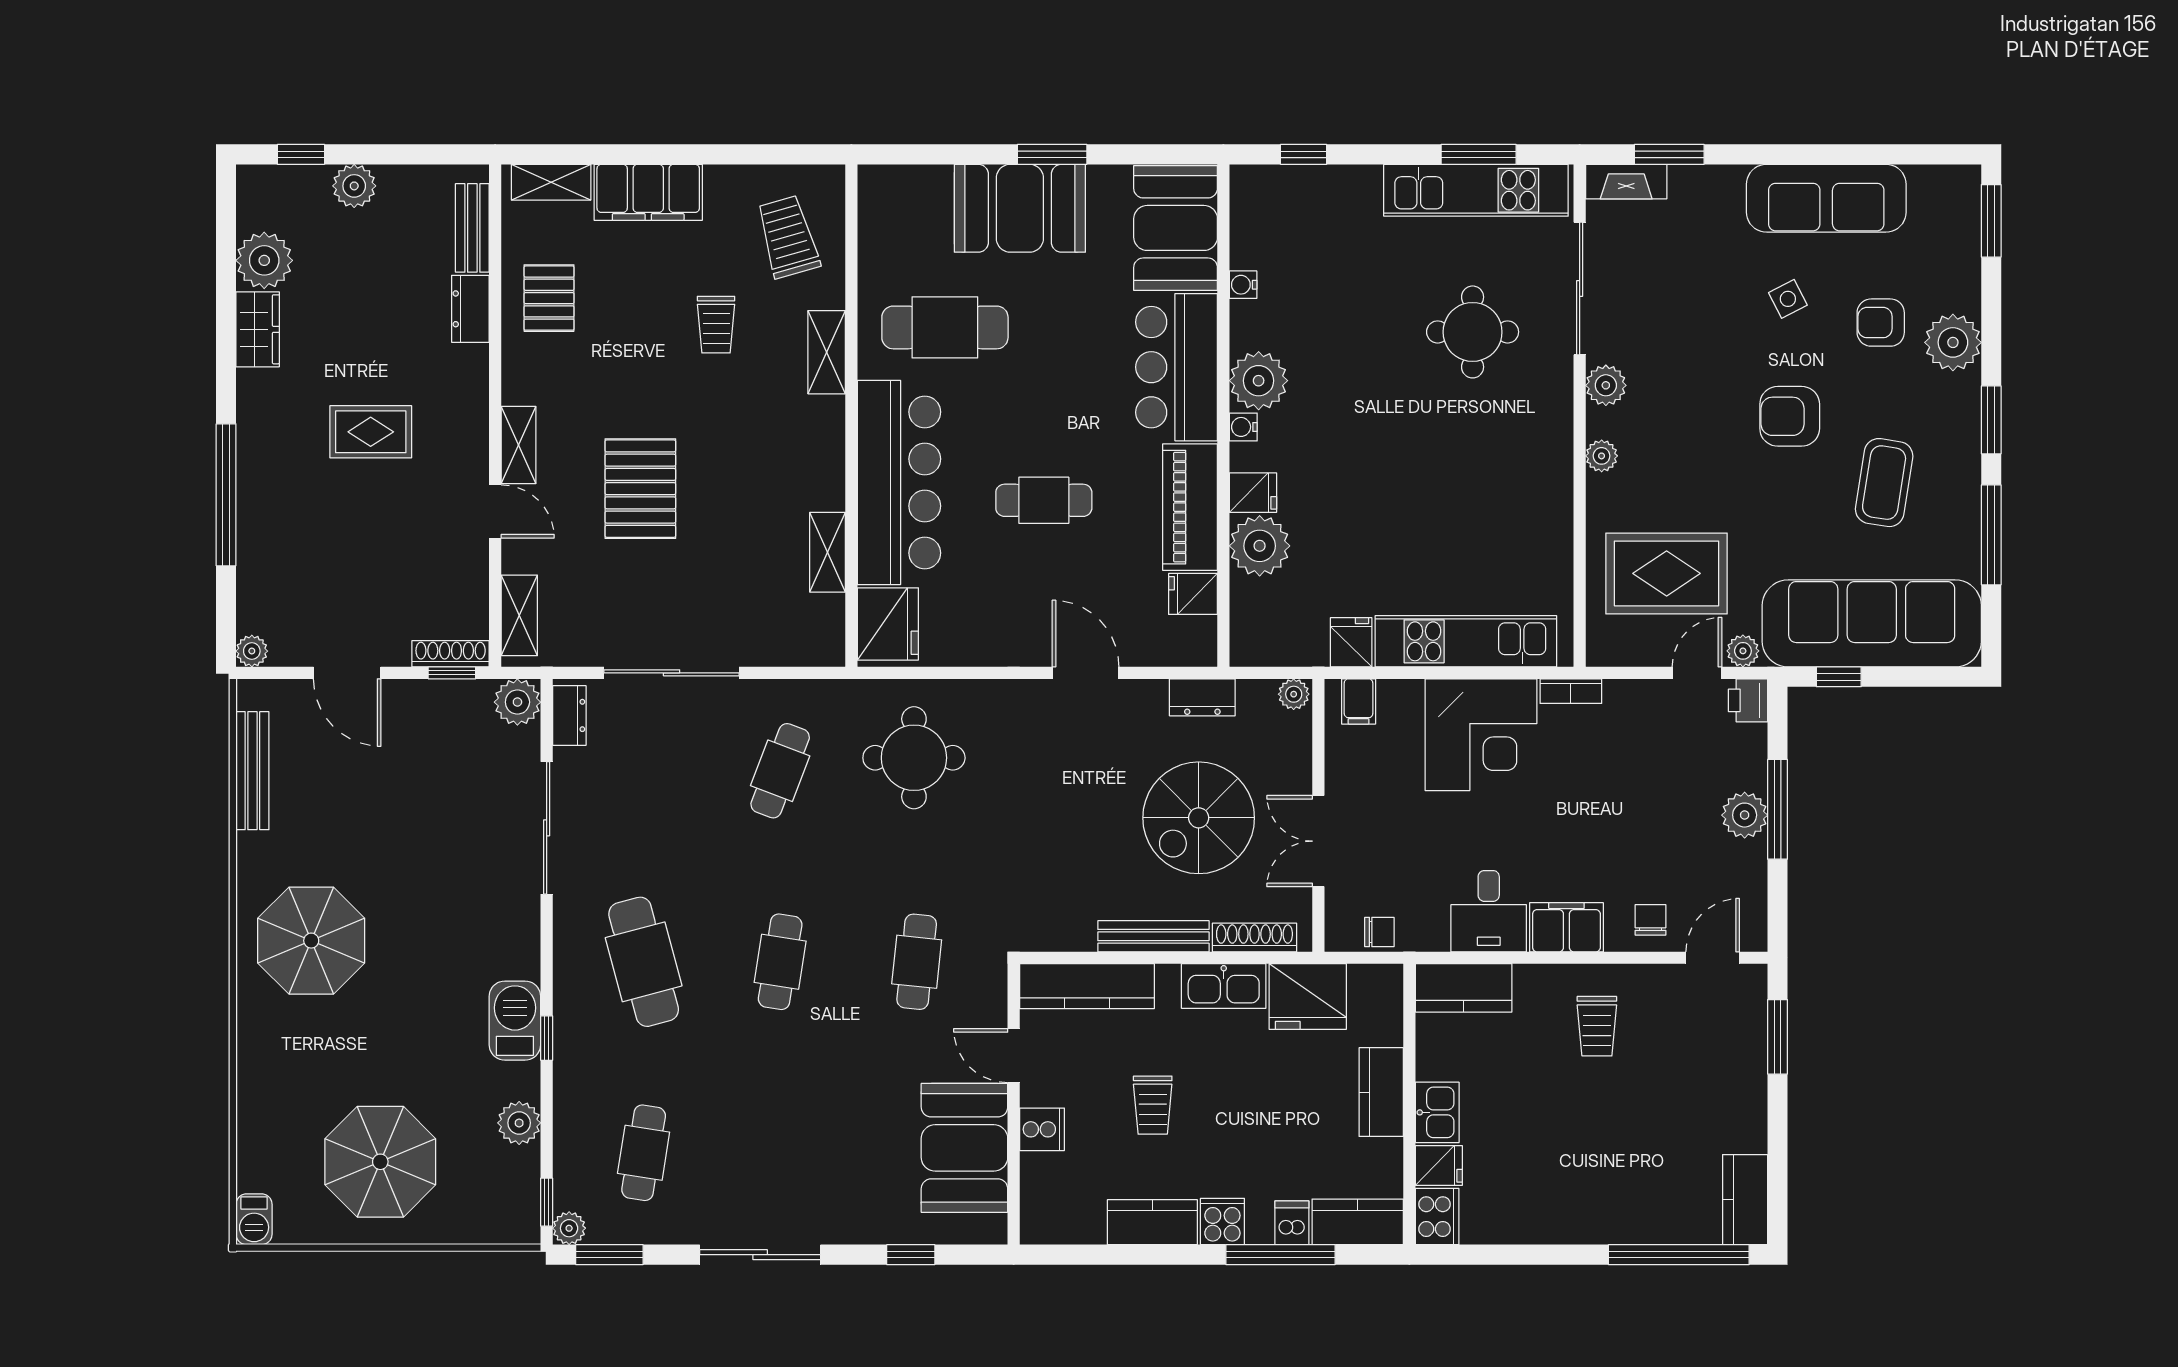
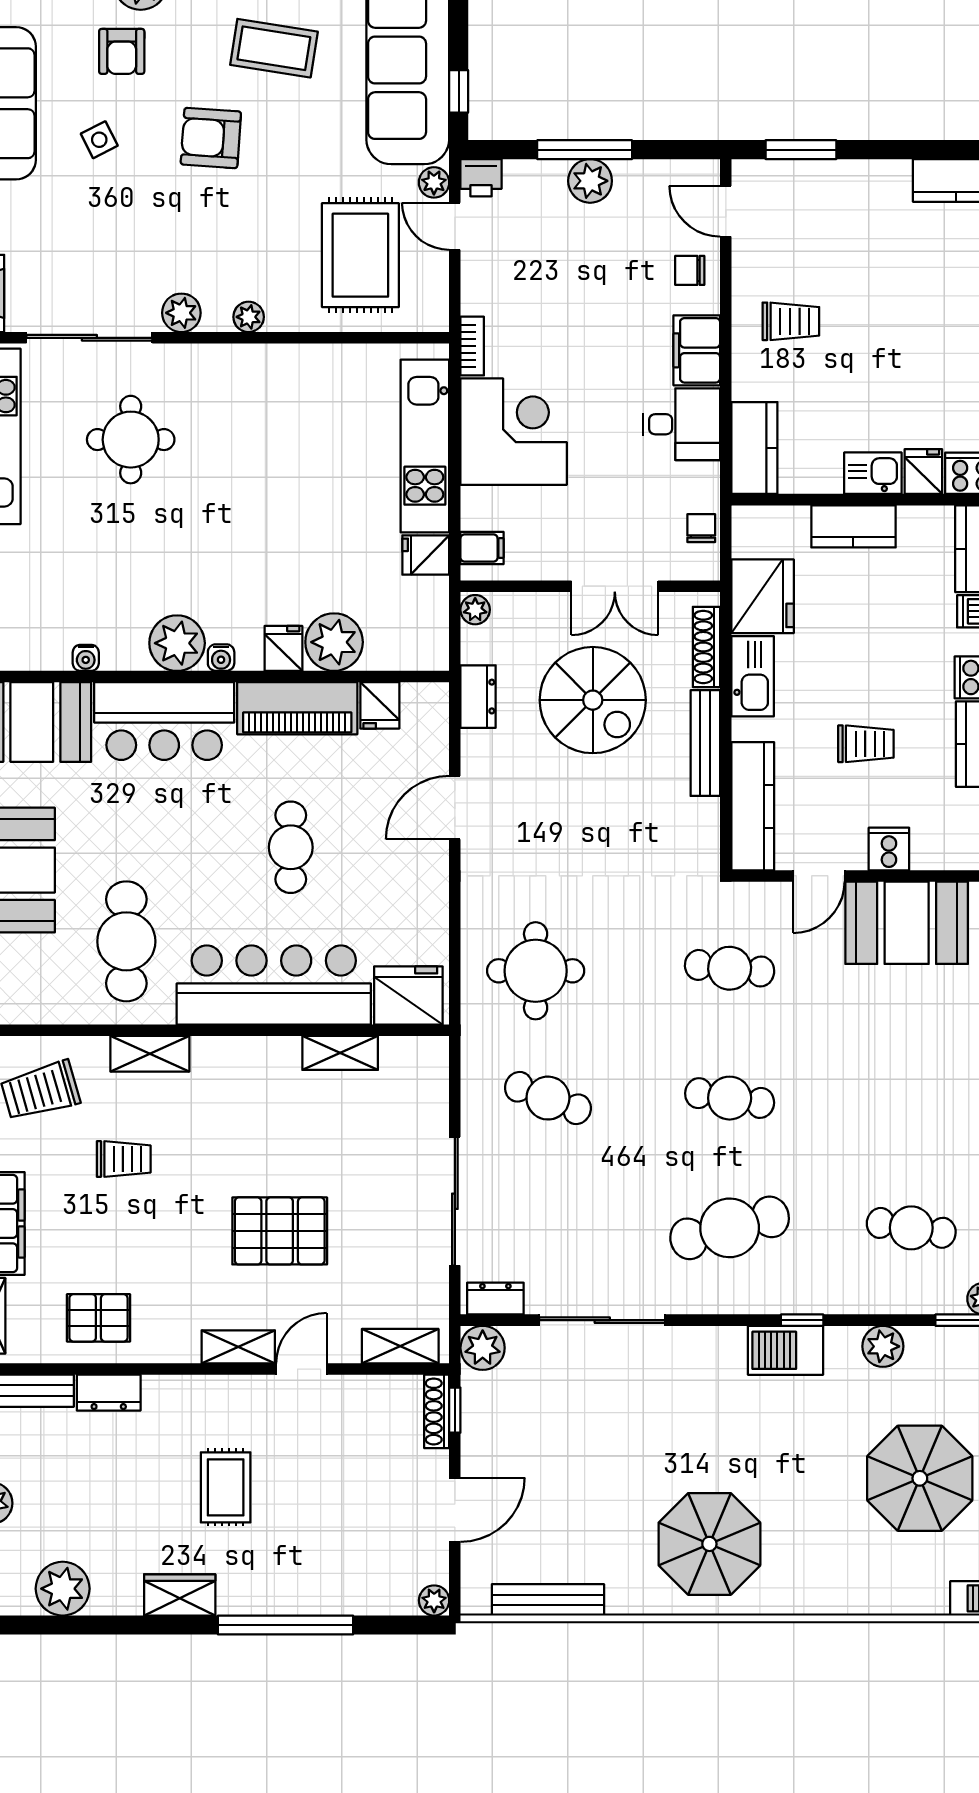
wardrobe: (258, 329) -> (180, 1595), moved
armchair: (1790, 416) -> (211, 138), turned 94

